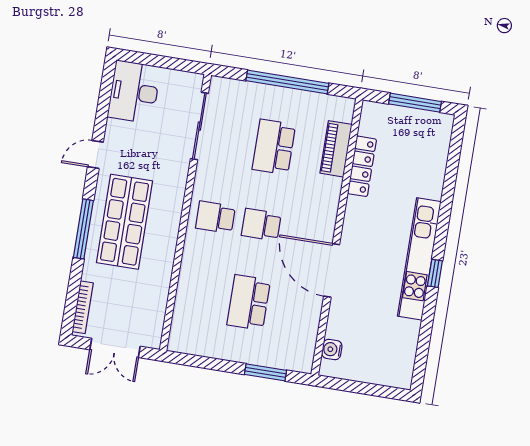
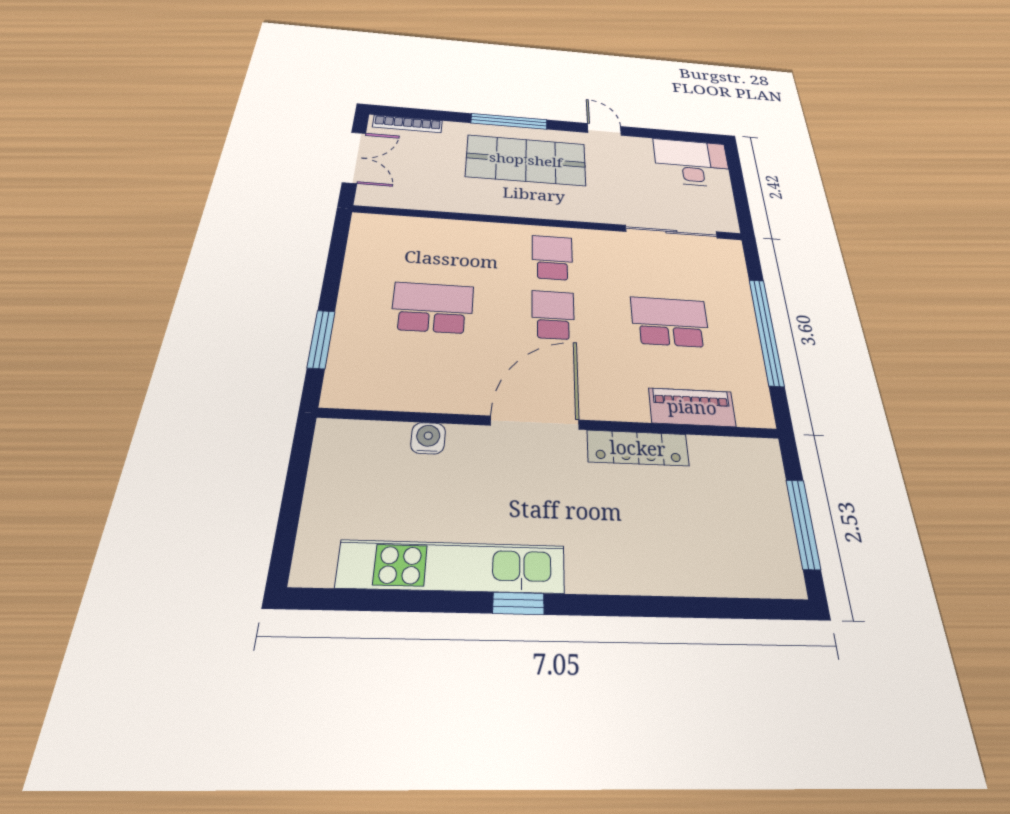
locker: (362, 166) -> (638, 448), moved
kitchen unit: (419, 259) -> (452, 567), moved
door: (332, 270) -> (535, 423), moved
double door: (115, 348) -> (354, 157), swing flipped
water cooler: (332, 349) -> (428, 438), moved

